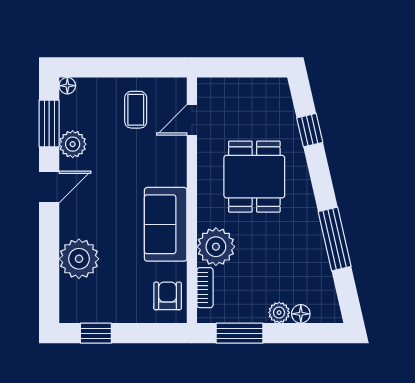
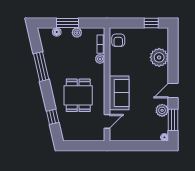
coffee table: (136, 110) -> (133, 126), removed
sofa: (166, 224) -> (119, 93), moved
plant: (216, 247) -> (100, 59), width x0.53, depth x0.53
plant: (279, 313) -> (77, 33), moved
window: (240, 333) -> (68, 23), moved

